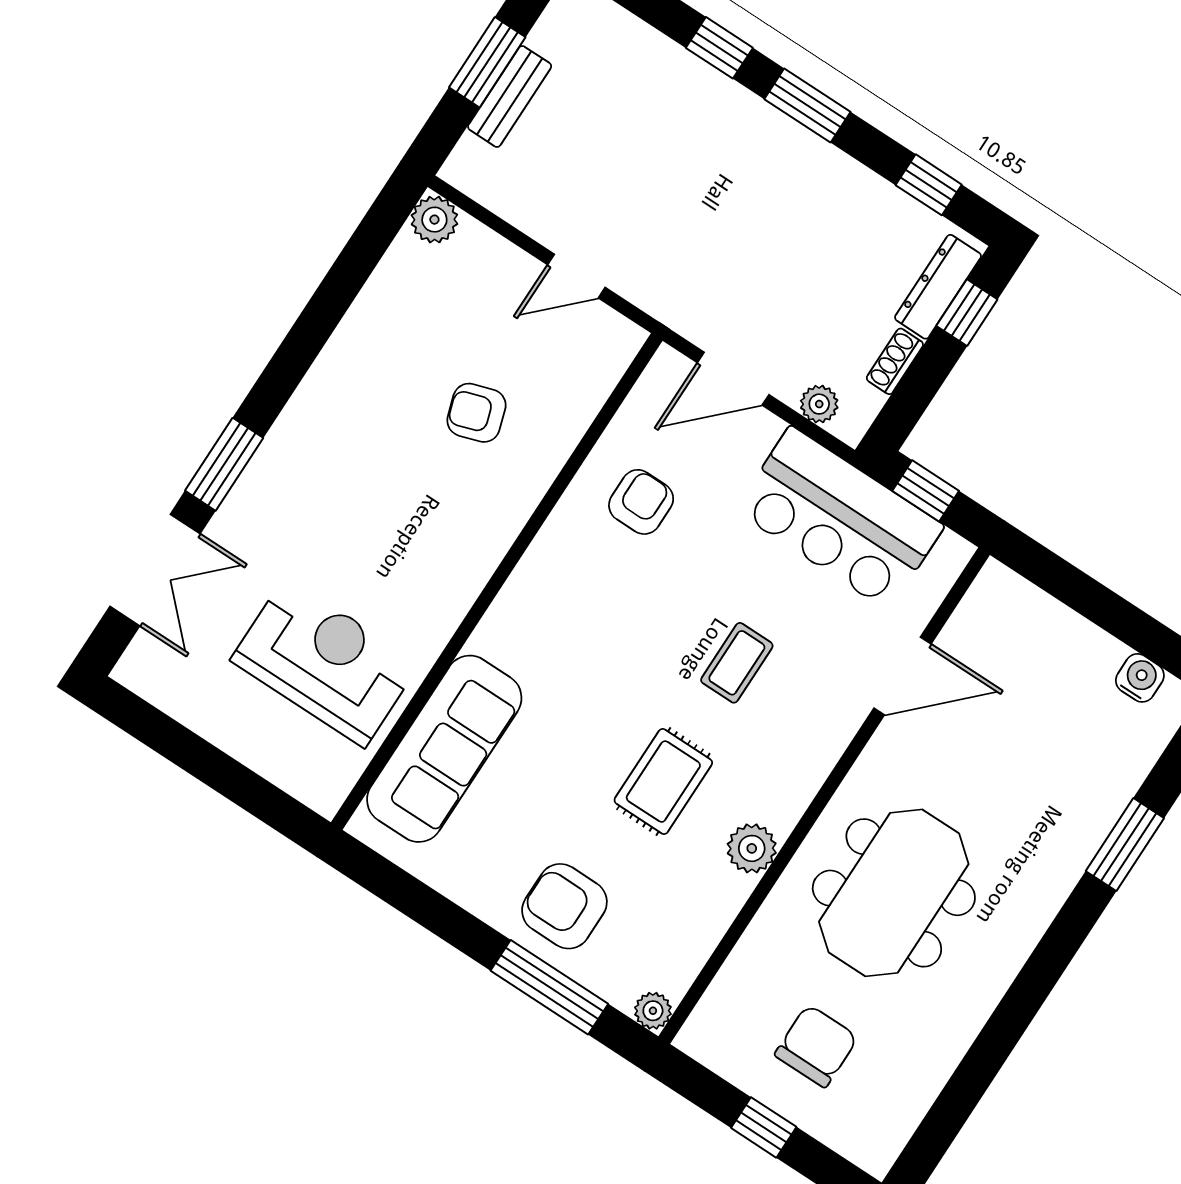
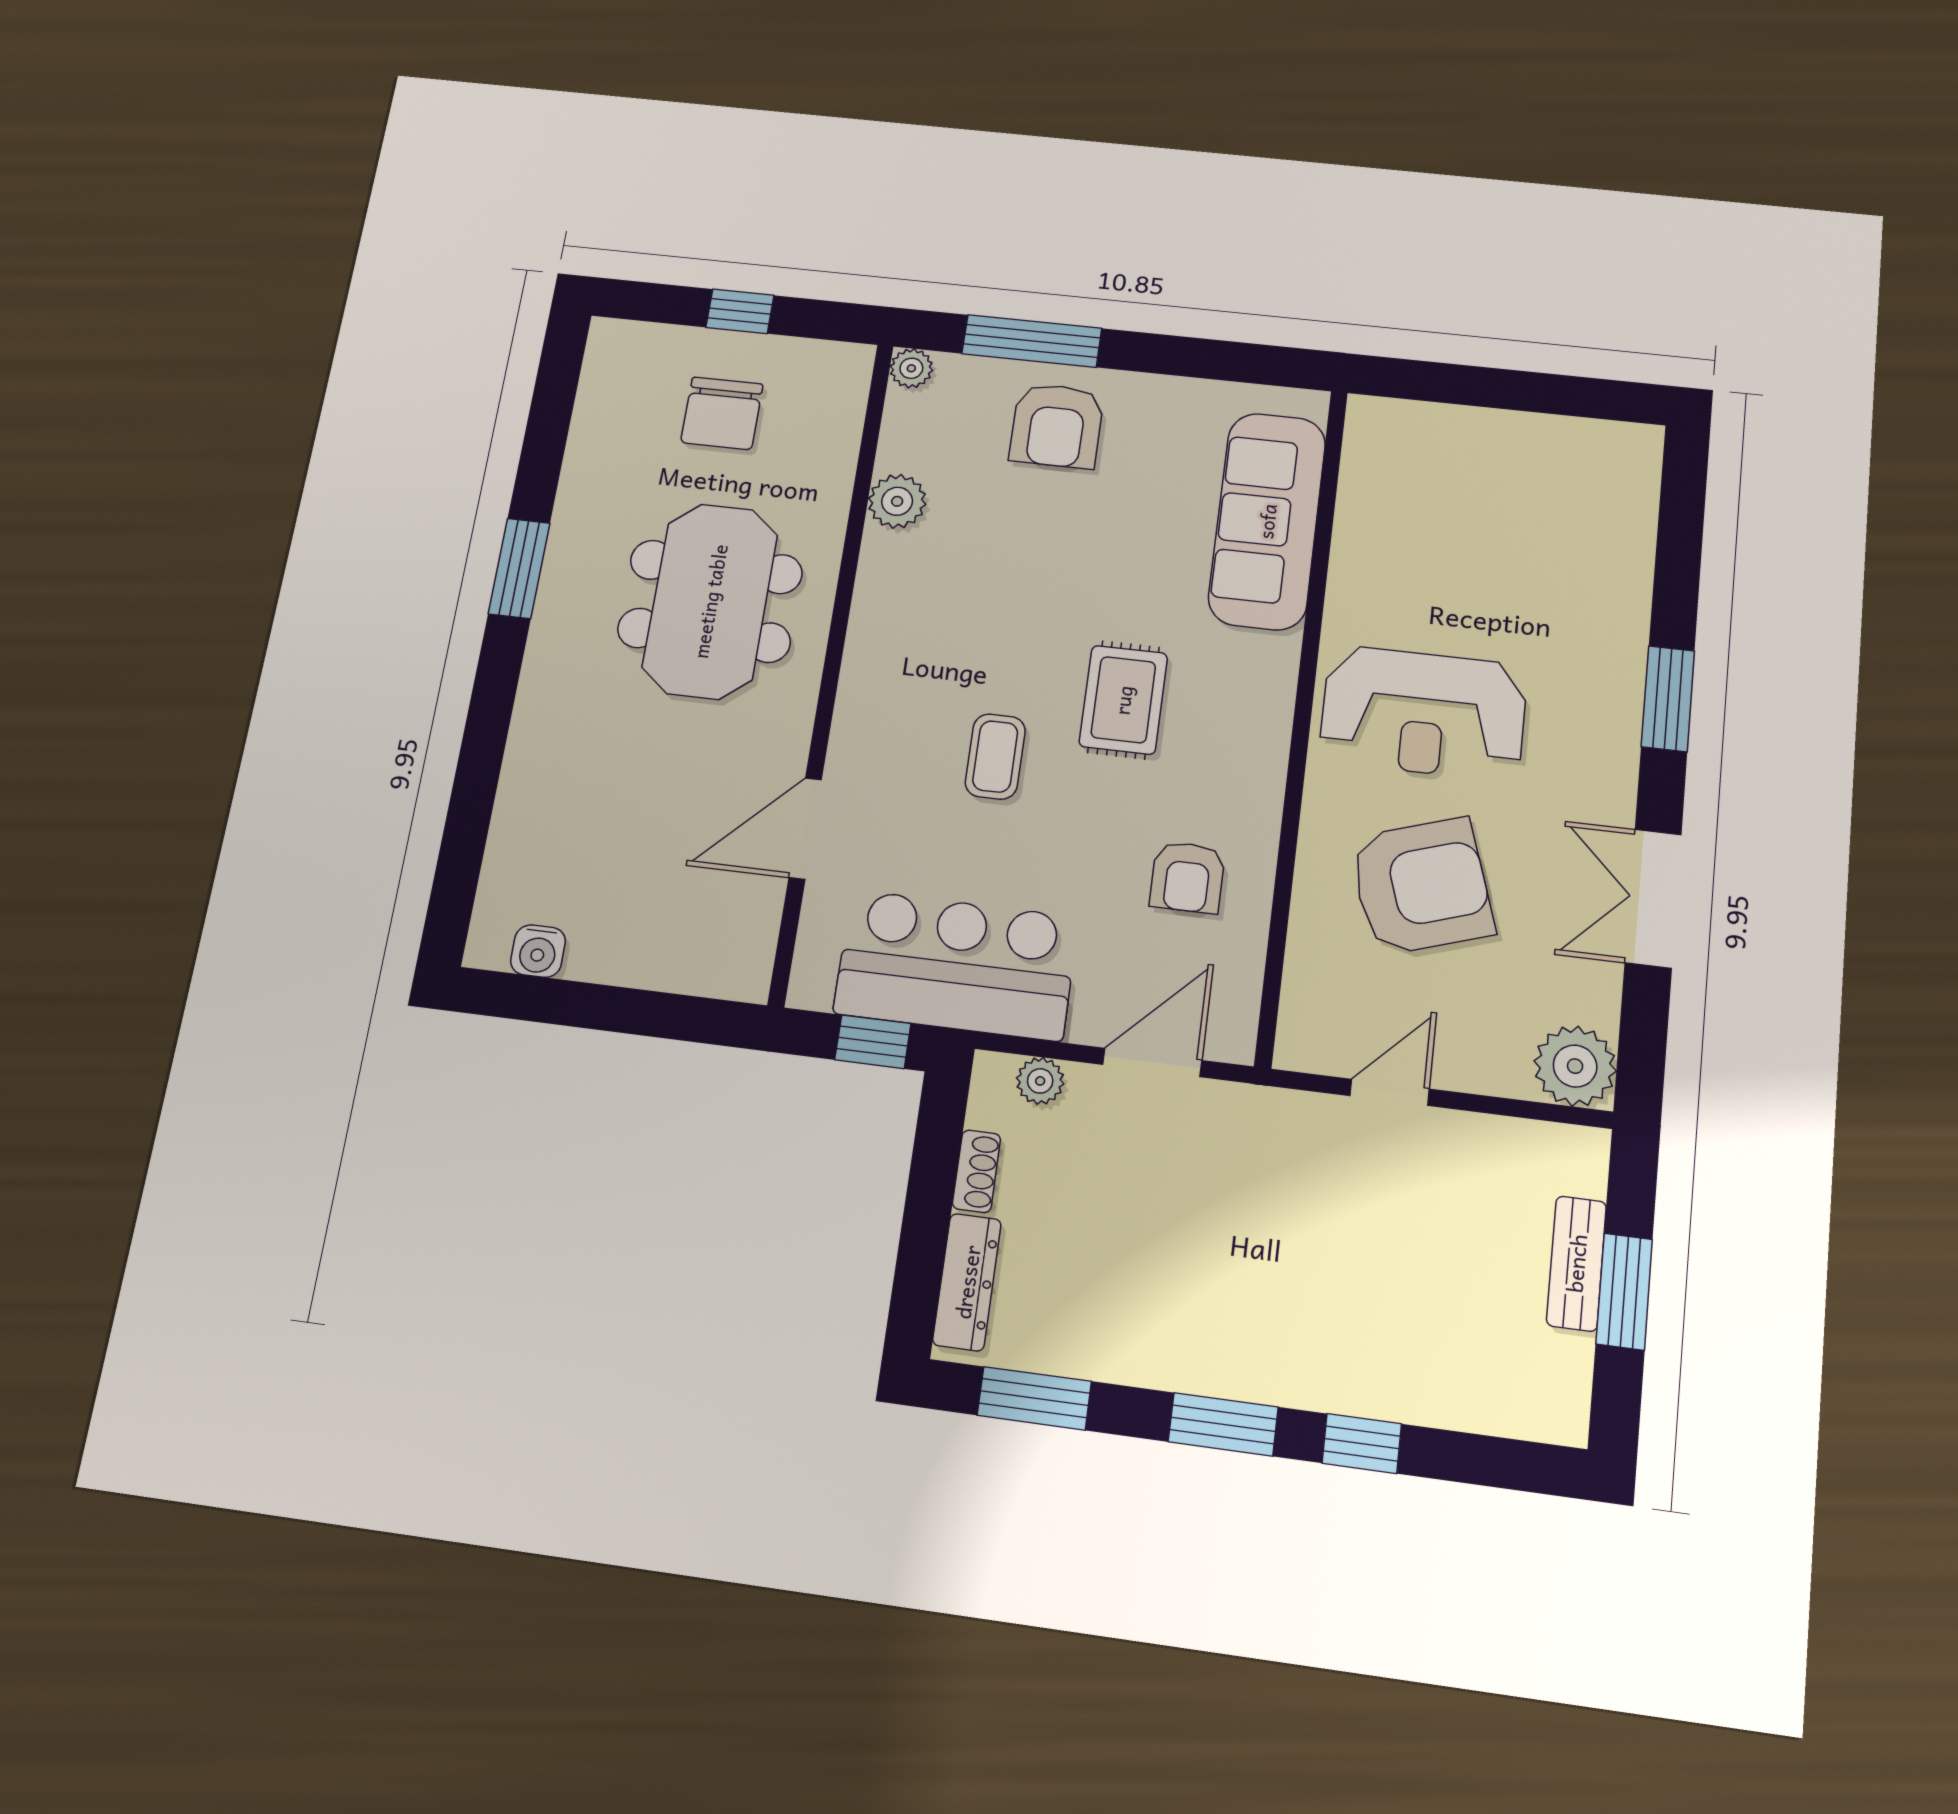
window: (929, 185) -> (1034, 1398), width x1.50
plant: (434, 220) -> (1575, 1066), width x1.36, depth x1.36
window: (967, 313) -> (919, 1268), removed
armchair: (476, 413) -> (1421, 886), width x1.88, depth x1.88
double door: (155, 570) -> (1653, 898), moved
reception desk: (325, 662) -> (1423, 713), moved
rug: (663, 782) -> (1123, 700), moved
window: (1125, 845) -> (519, 568), moved
plant: (752, 848) -> (897, 501), moved
armchair: (564, 906) -> (1057, 426), turned 90

